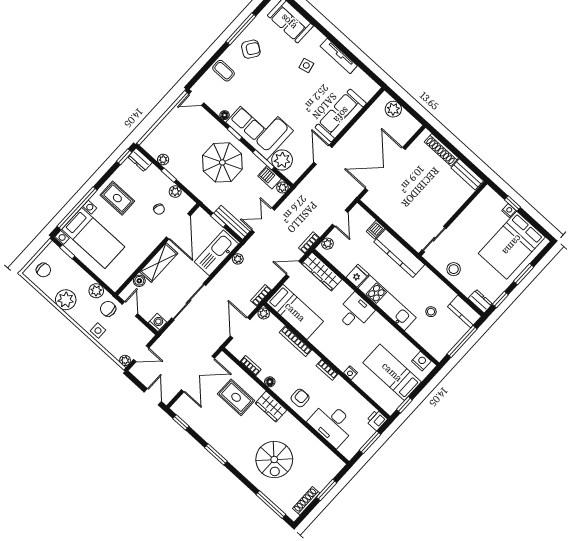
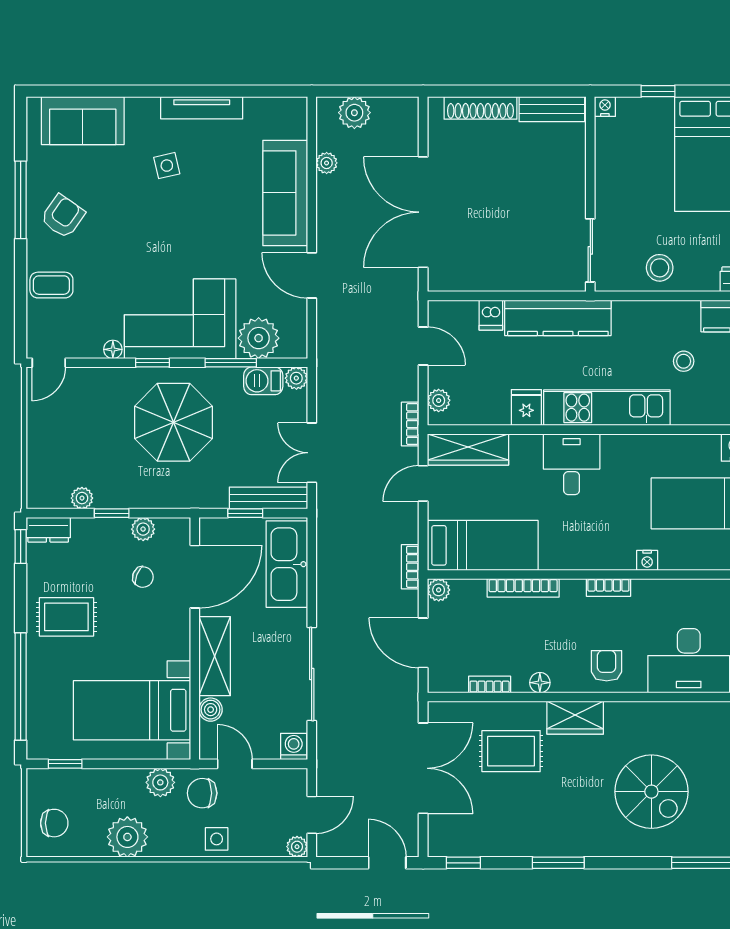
nightstand: (509, 210) -> (605, 107), moved
door: (178, 226) -> (195, 577), hinge flipped
bed with nightstands: (93, 238) -> (132, 710), moved, turned 180
plant: (238, 259) -> (327, 163), moved

